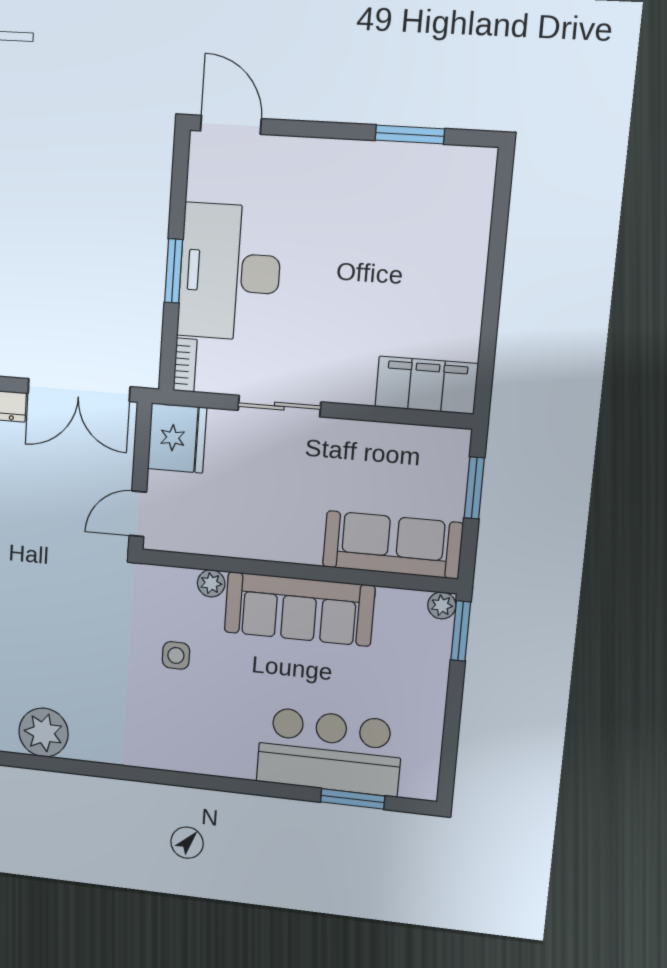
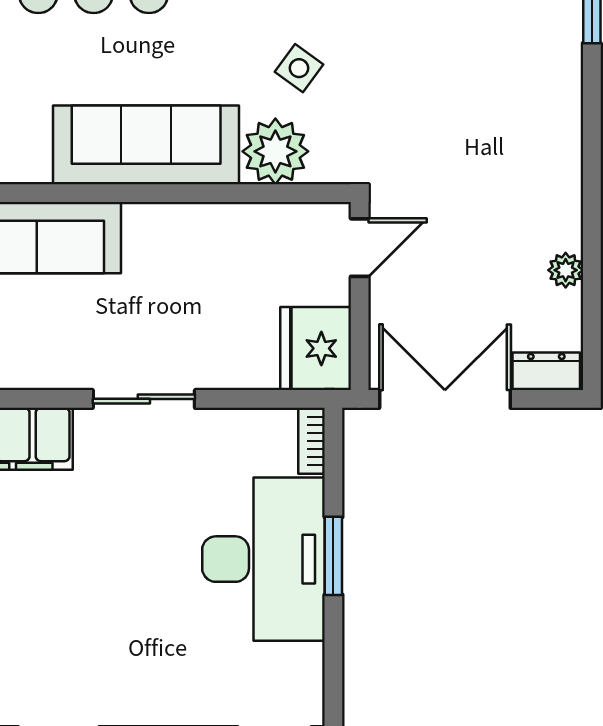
sliding door: (279, 406) -> (144, 399), moved
plant: (211, 583) -> (275, 151), width x1.88, depth x1.88
side table: (176, 655) -> (299, 68), turned 36

